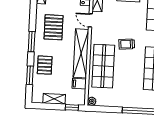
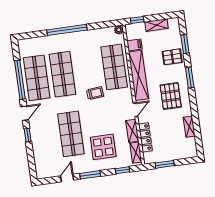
door: (90, 20) -> (135, 110), hinge flipped
pallet: (45, 65) -> (172, 57), turned 90

